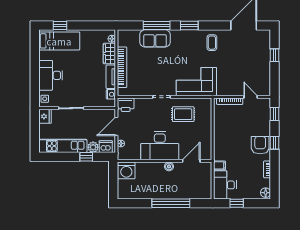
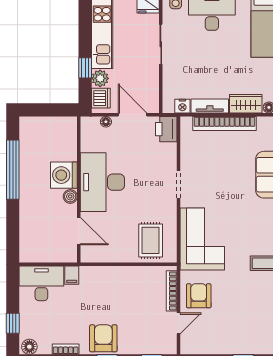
armchair: (233, 84) -> (199, 296), added
rug: (183, 114) -> (151, 240), moved
armchair: (260, 145) -> (103, 338), turned -90
washing machine: (126, 170) -> (64, 175), moved
window: (171, 203) -> (13, 170), moved
window: (237, 203) -> (13, 323), moved

